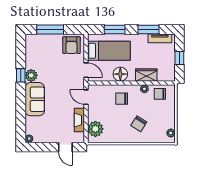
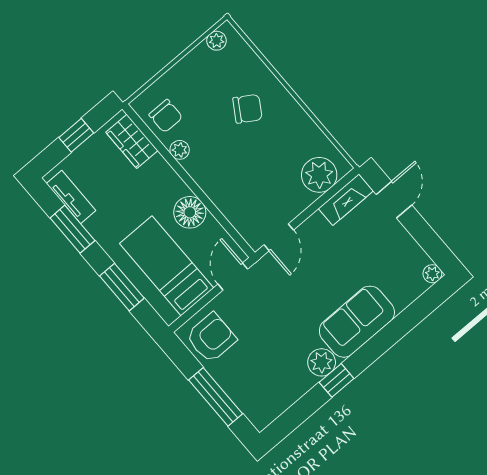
wardrobe: (146, 75) -> (132, 141), moved
chair: (122, 99) -> (229, 174), removed
fireplace: (79, 120) -> (346, 200), moved

